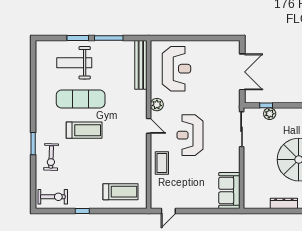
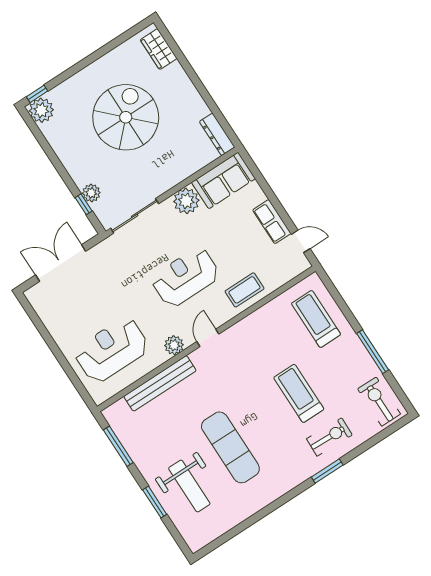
window: (109, 38) -> (118, 446), moved
bench: (141, 65) -> (160, 383), moved
treadmill: (84, 130) -> (299, 393), moved
reception desk: (190, 135) -> (185, 277), turned 180
plant: (231, 163) -> (186, 201), added
row of seats: (189, 202) -> (272, 222), added
dresser: (284, 203) -> (217, 134), moved
window: (82, 211) -> (373, 352), width x2.17

